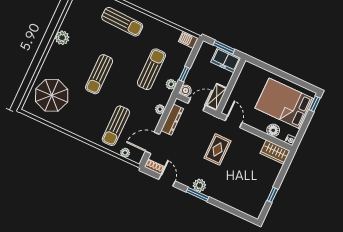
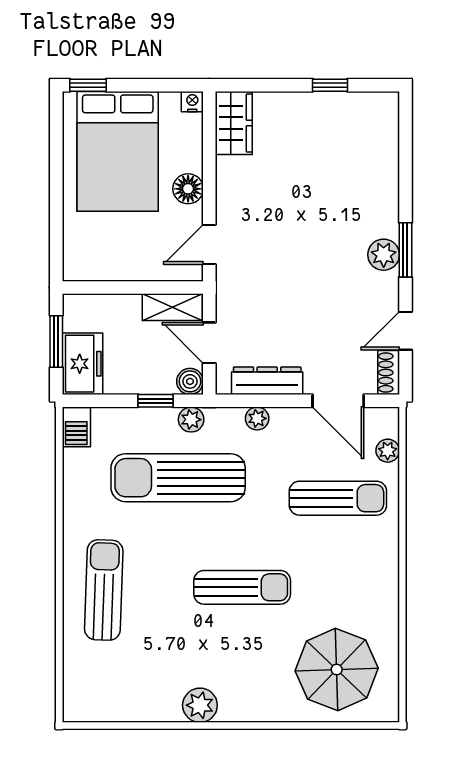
freezer: (226, 60) -> (82, 364), moved
sun lounger: (151, 69) -> (178, 478), width x1.36, depth x1.34
floor lamp: (273, 130) -> (188, 189), moved
rug: (217, 149) -> (287, 252), removed

